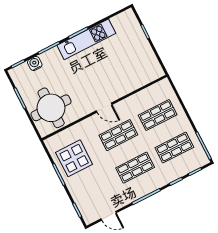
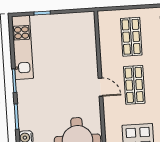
kitchen unit: (86, 39) -> (22, 47), moved
door: (104, 108) -> (101, 87), hinge flipped

